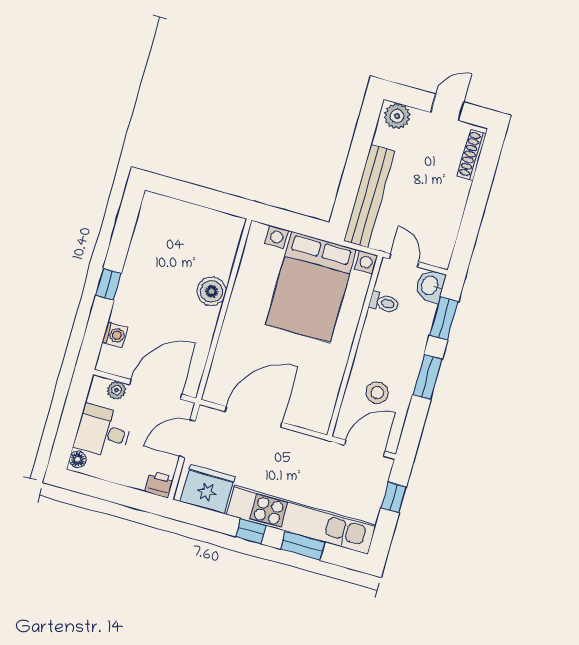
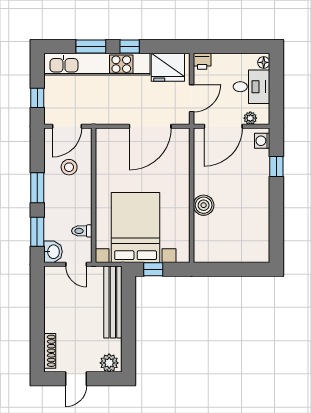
window: (303, 225) -> (153, 269), added
window: (109, 284) -> (276, 167), moved
washing machine: (115, 335) -> (262, 141), moved

